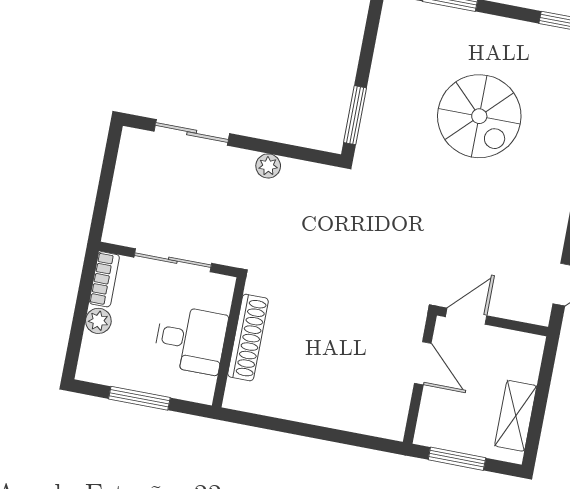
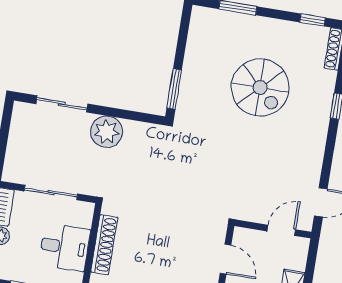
plant: (268, 166) -> (107, 132), width x1.88, depth x1.88
door: (466, 316) -> (281, 230), moved

